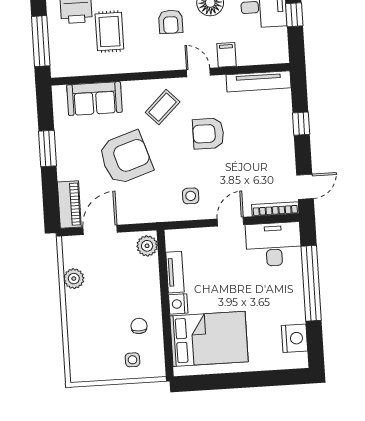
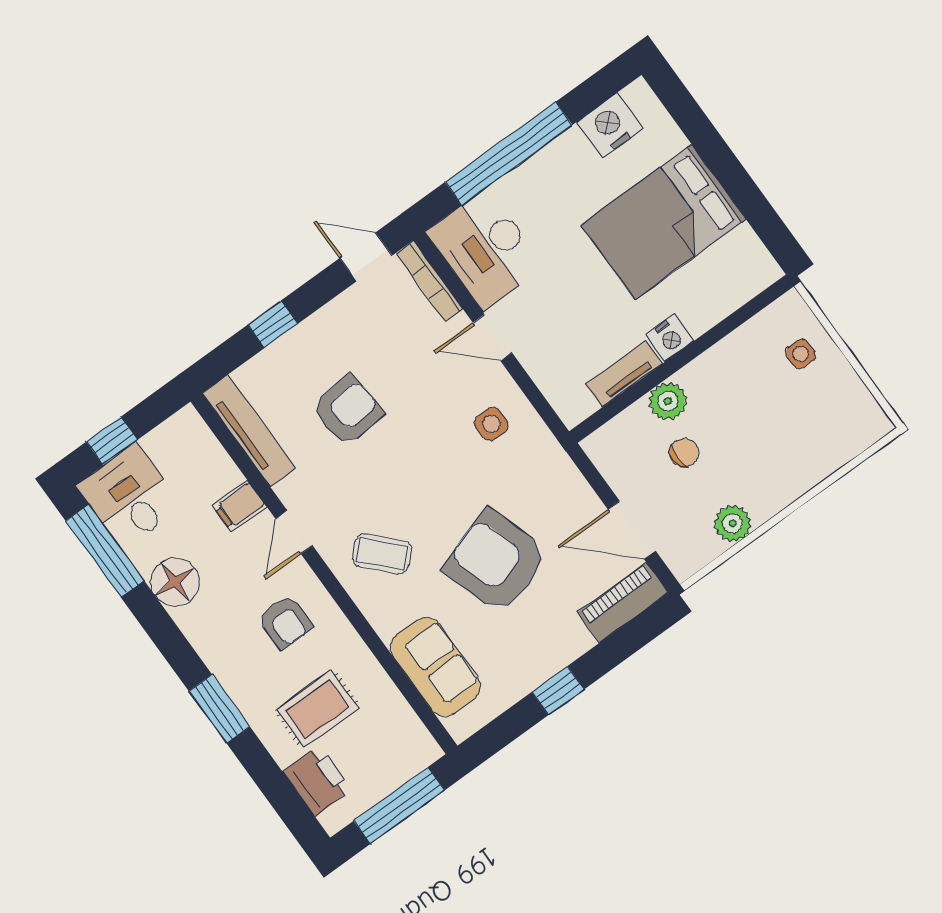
armchair: (171, 22) -> (285, 622), moved, turned 90
armchair: (208, 134) -> (347, 410), moved, turned -95
window: (47, 149) -> (558, 691), width x0.67
plant: (147, 246) -> (668, 401), moved
chair: (139, 326) -> (684, 453), moved, turned 180
bed: (209, 339) -> (664, 222), moved, turned -90

